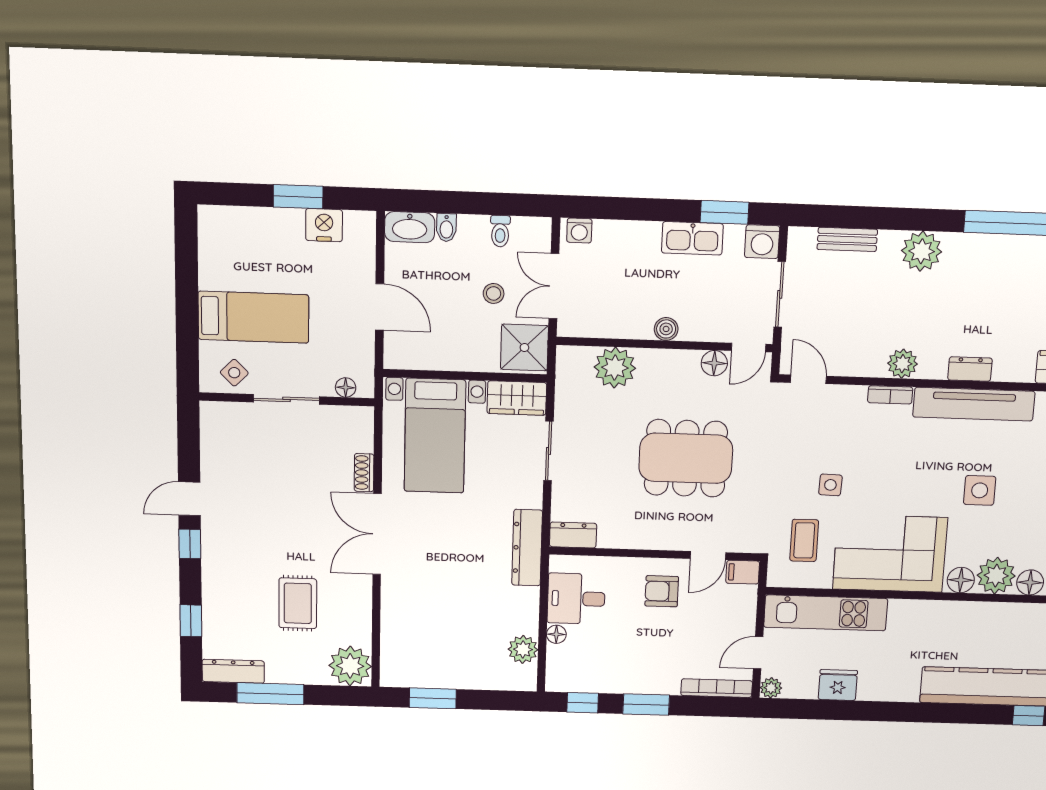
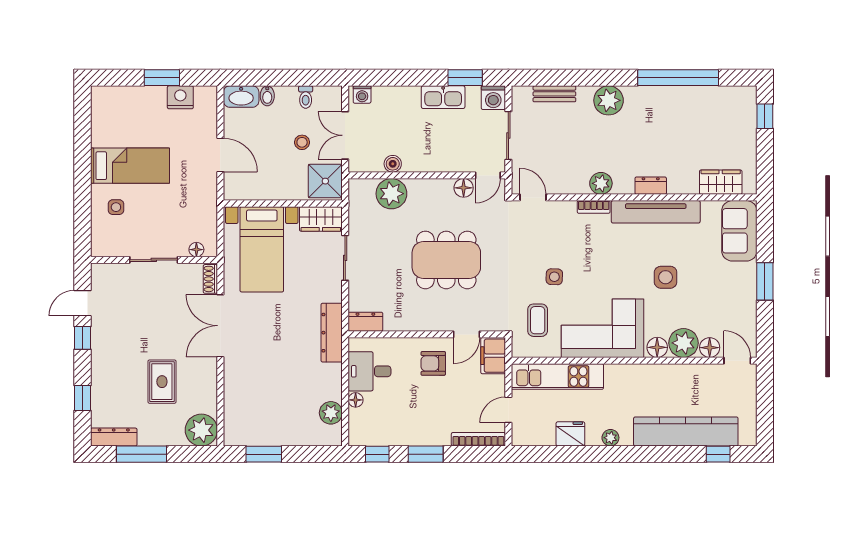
boiler: (666, 329) -> (393, 164), moved
side table: (234, 373) -> (116, 207), turned 45
floor lamp: (346, 387) -> (196, 250), moved
sliding door: (287, 399) -> (154, 260), moved
wall: (287, 399) -> (154, 260), moved
filing cabinet: (743, 572) -> (493, 356), width x2.00
plant: (771, 688) -> (610, 438), moved

